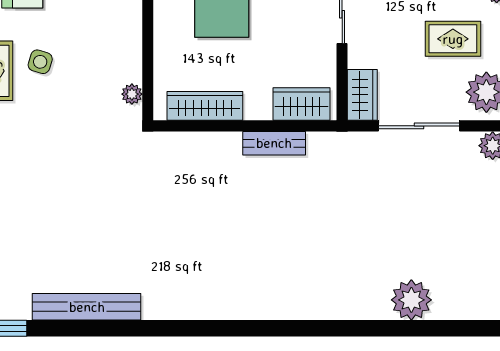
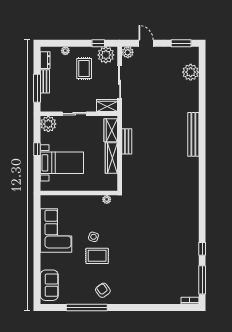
wardrobe: (205, 106) -> (111, 158), moved
plant: (411, 300) -> (191, 72), moved
bench: (87, 307) -> (193, 134), moved

